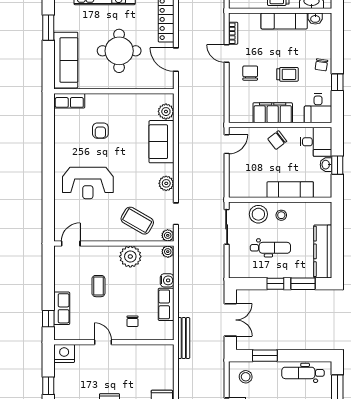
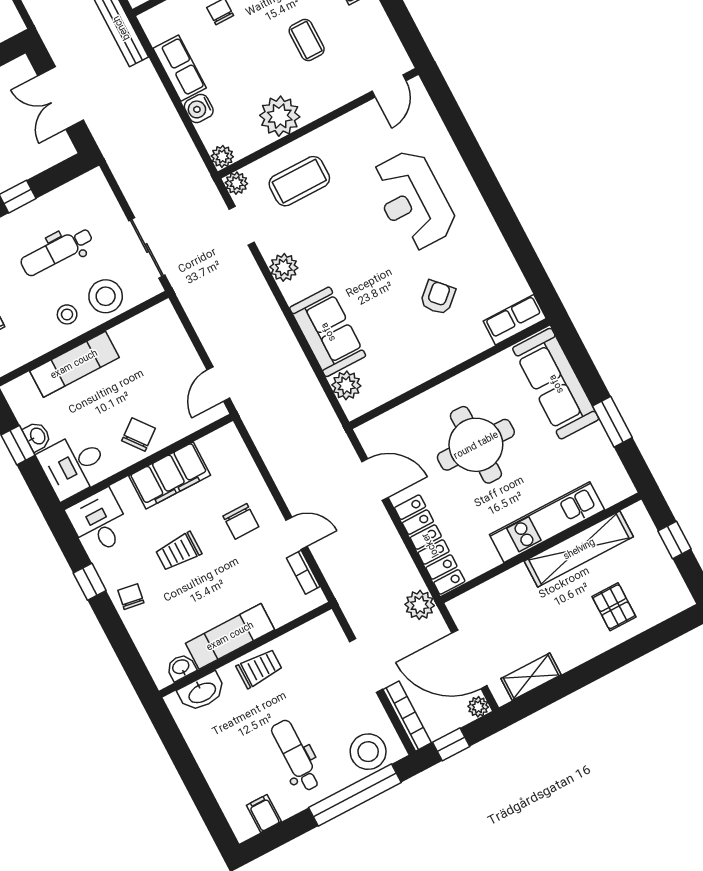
armchair: (100, 131) -> (438, 297), turned 47
reception desk: (88, 183) -> (413, 200), turned -90
coffee table: (137, 221) -> (299, 181), turned -30

